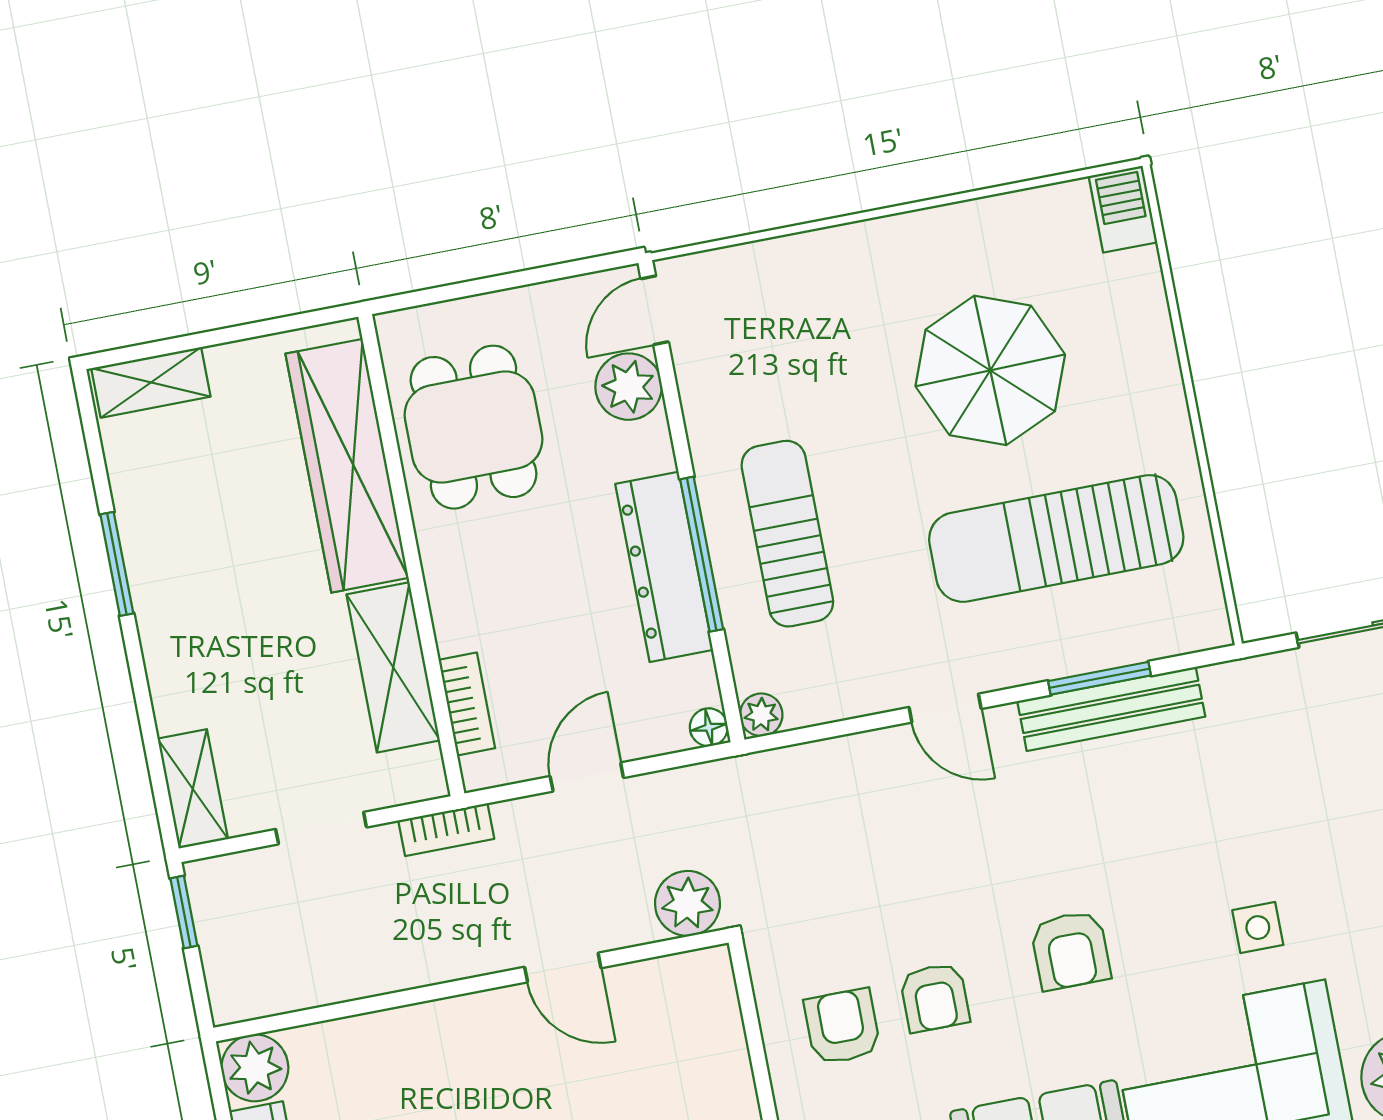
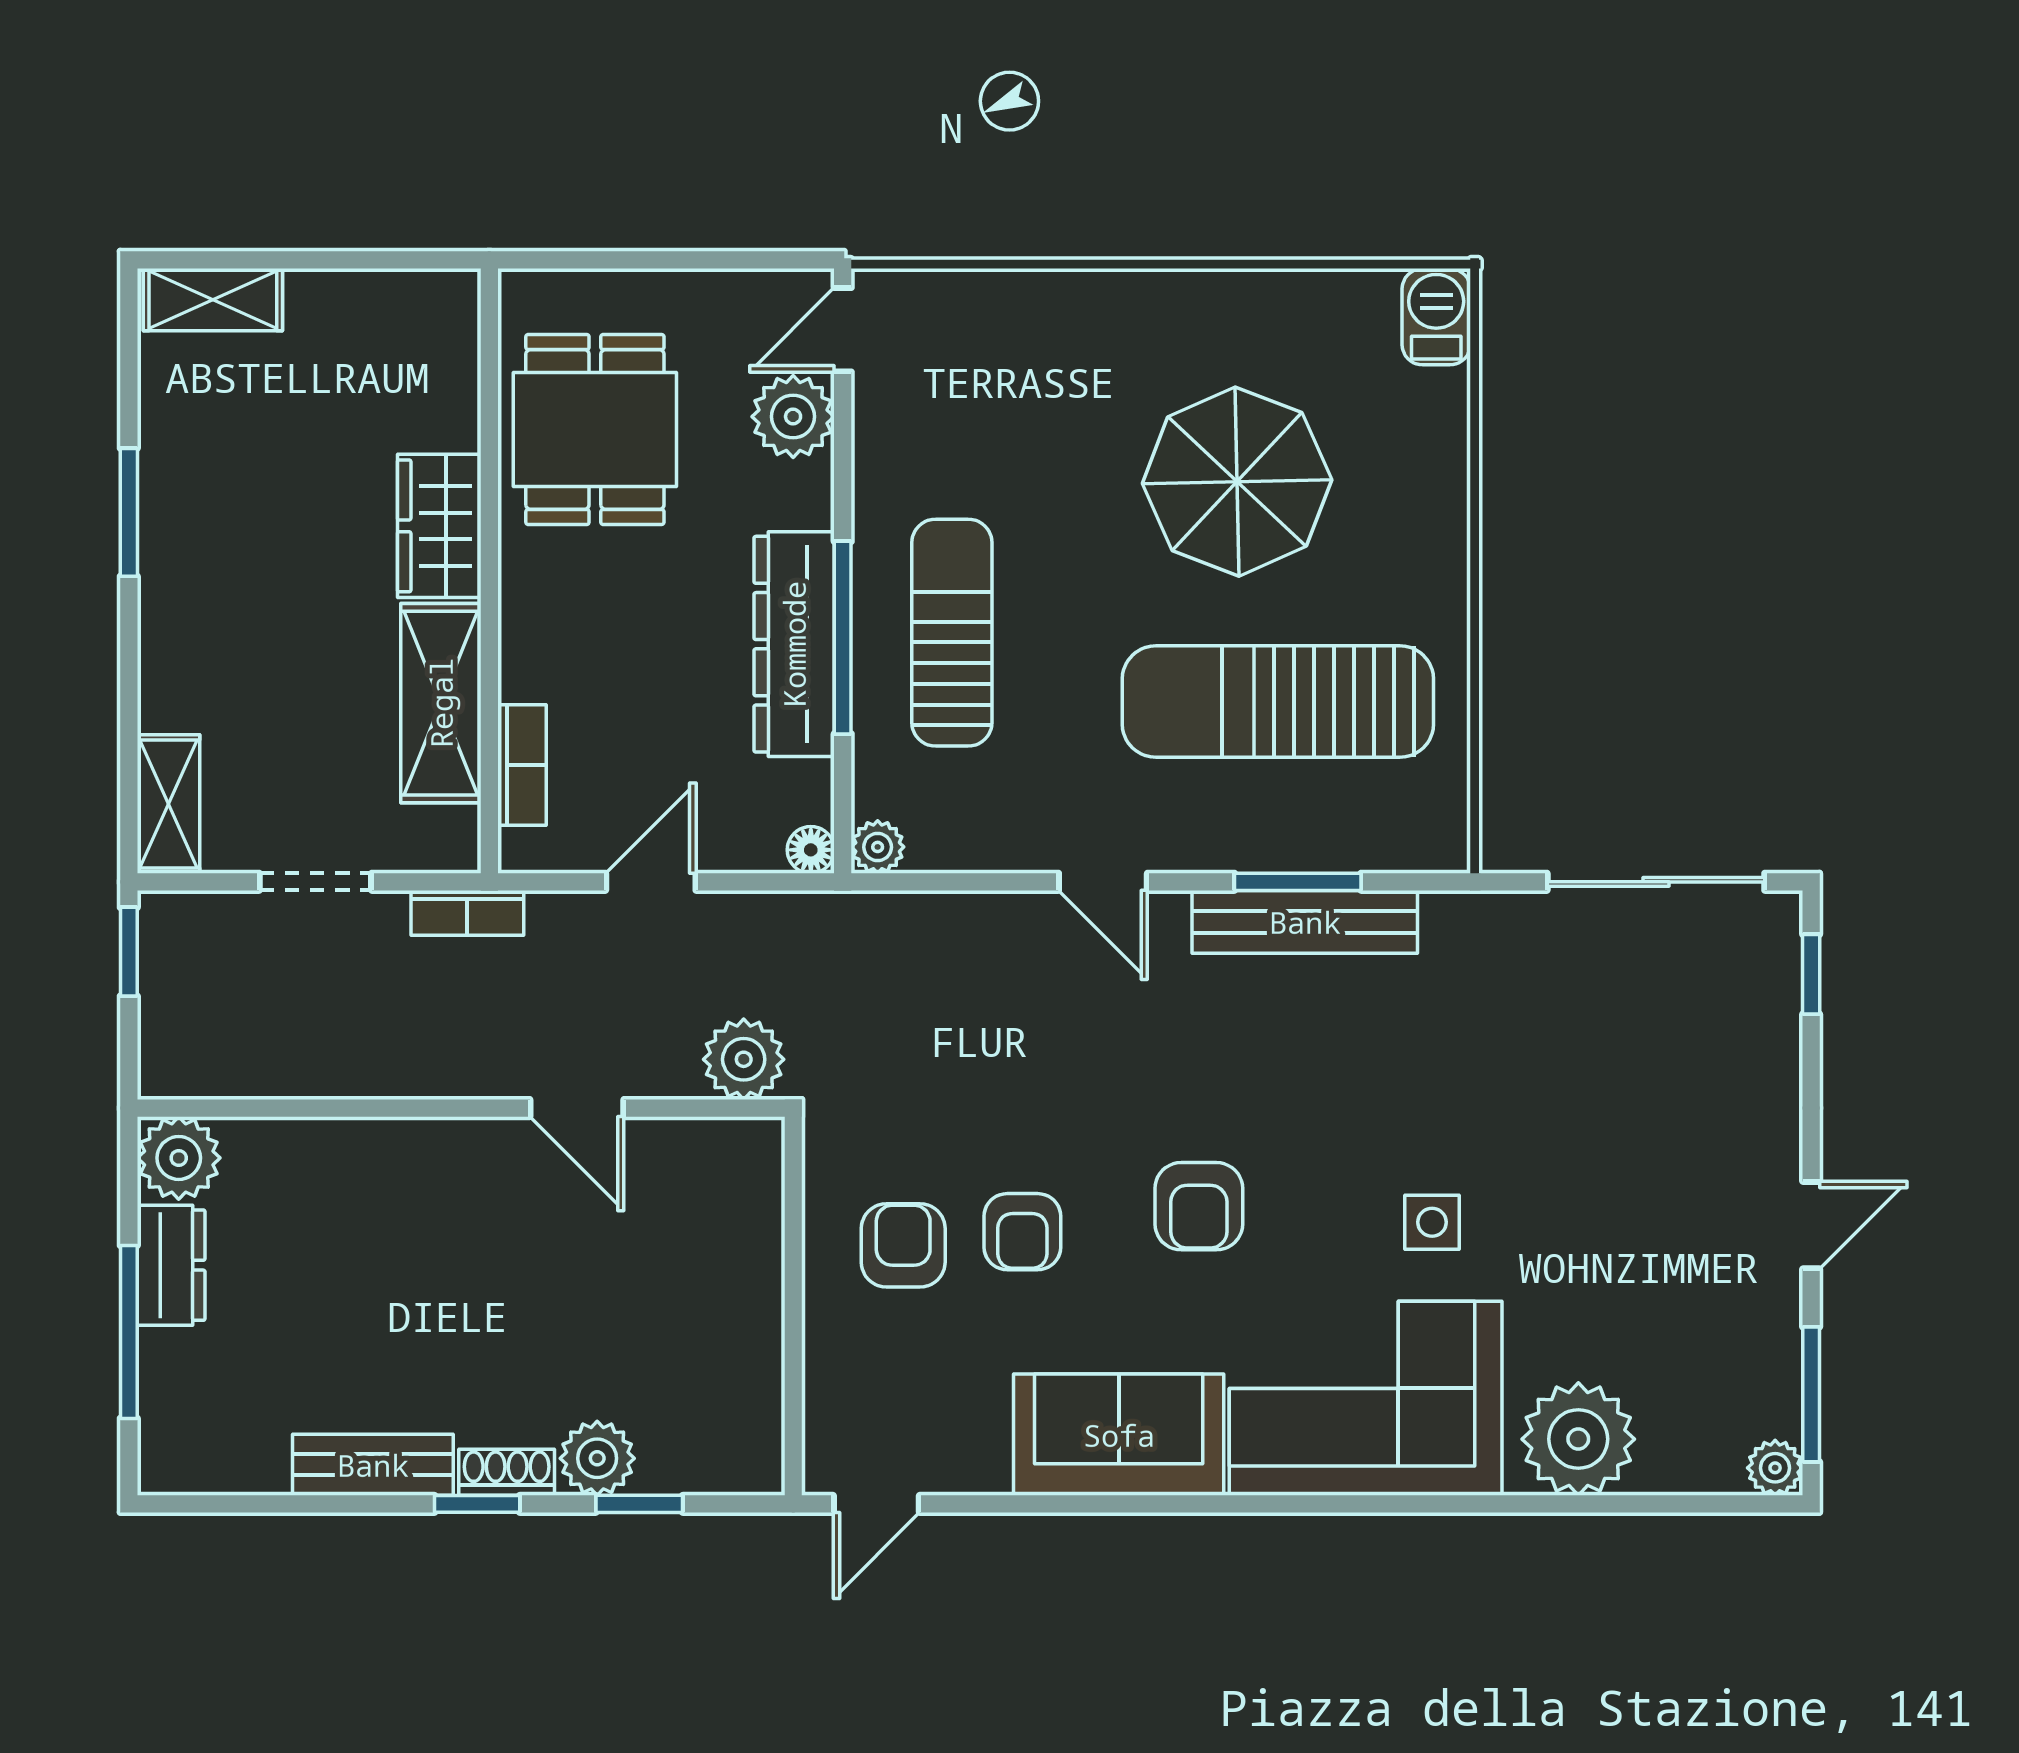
wardrobe: (347, 466) -> (439, 526), width x0.48, depth x0.85

